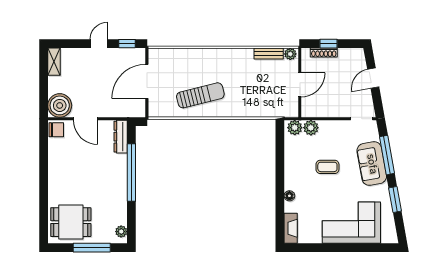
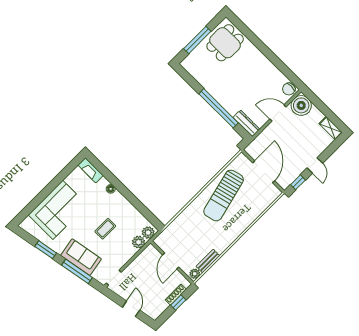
sun lounger: (200, 95) -> (224, 195), width x1.36, depth x1.34
plant: (121, 232) -> (189, 67), removed

